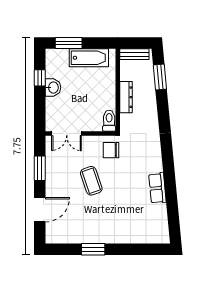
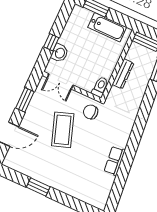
window: (40, 78) -> (51, 42), moved
washbasin: (53, 88) -> (60, 53), moved
coffee table: (91, 181) -> (63, 130), width x1.36, depth x1.32

